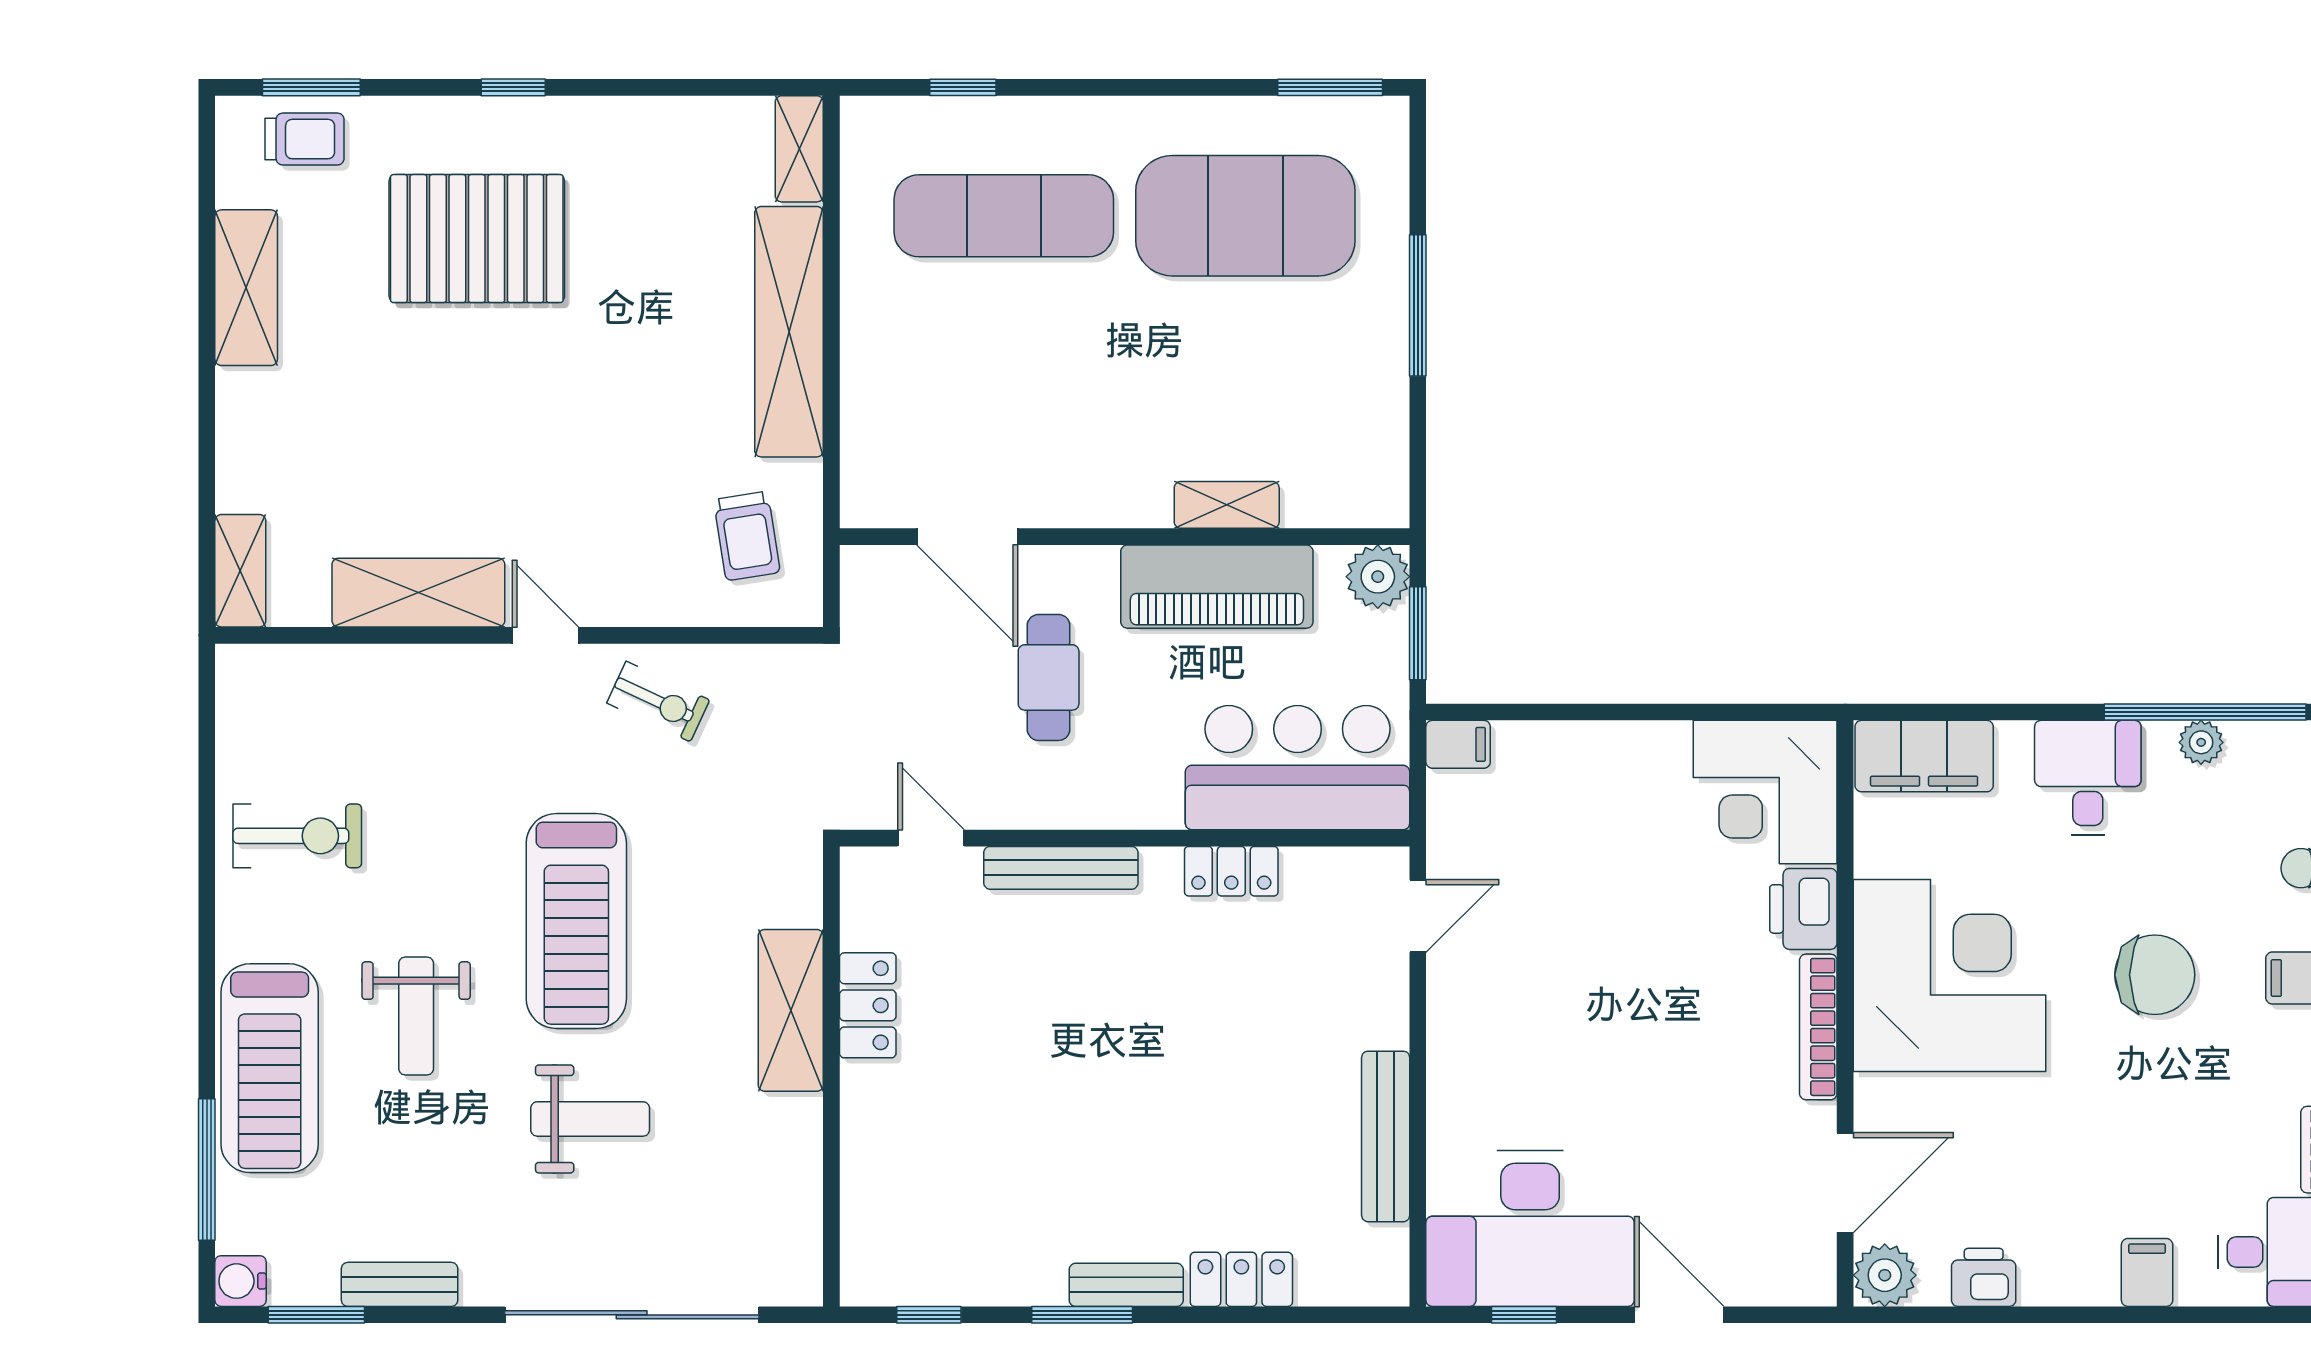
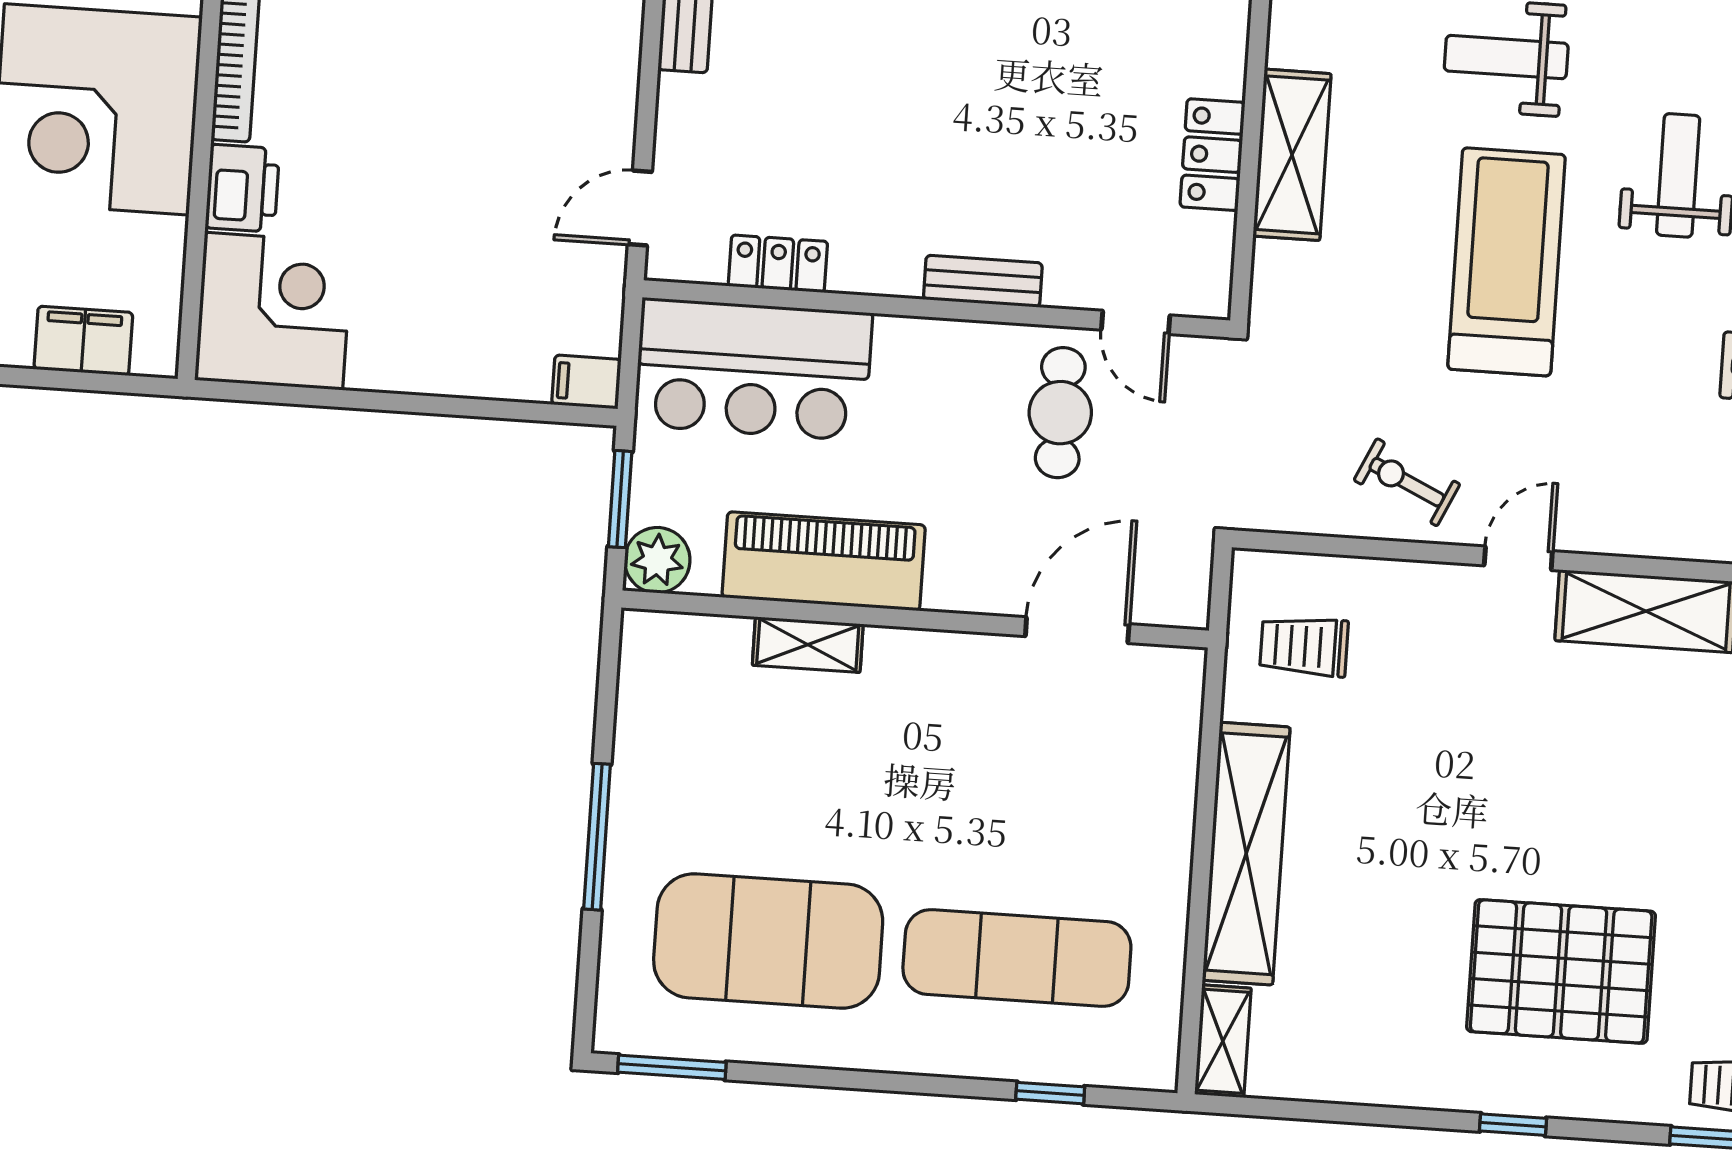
trolley: (747, 536) -> (1304, 646), turned -81
door: (967, 537) -> (1077, 630), hinge flipped
door: (545, 635) -> (1518, 558), swing flipped
cafe table: (1049, 677) -> (1060, 413), moved
filing cabinet: (1924, 756) -> (83, 341), width x0.67, depth x0.86
bench: (1061, 868) -> (983, 281), width x0.73
locker: (1231, 871) -> (778, 264), moved

